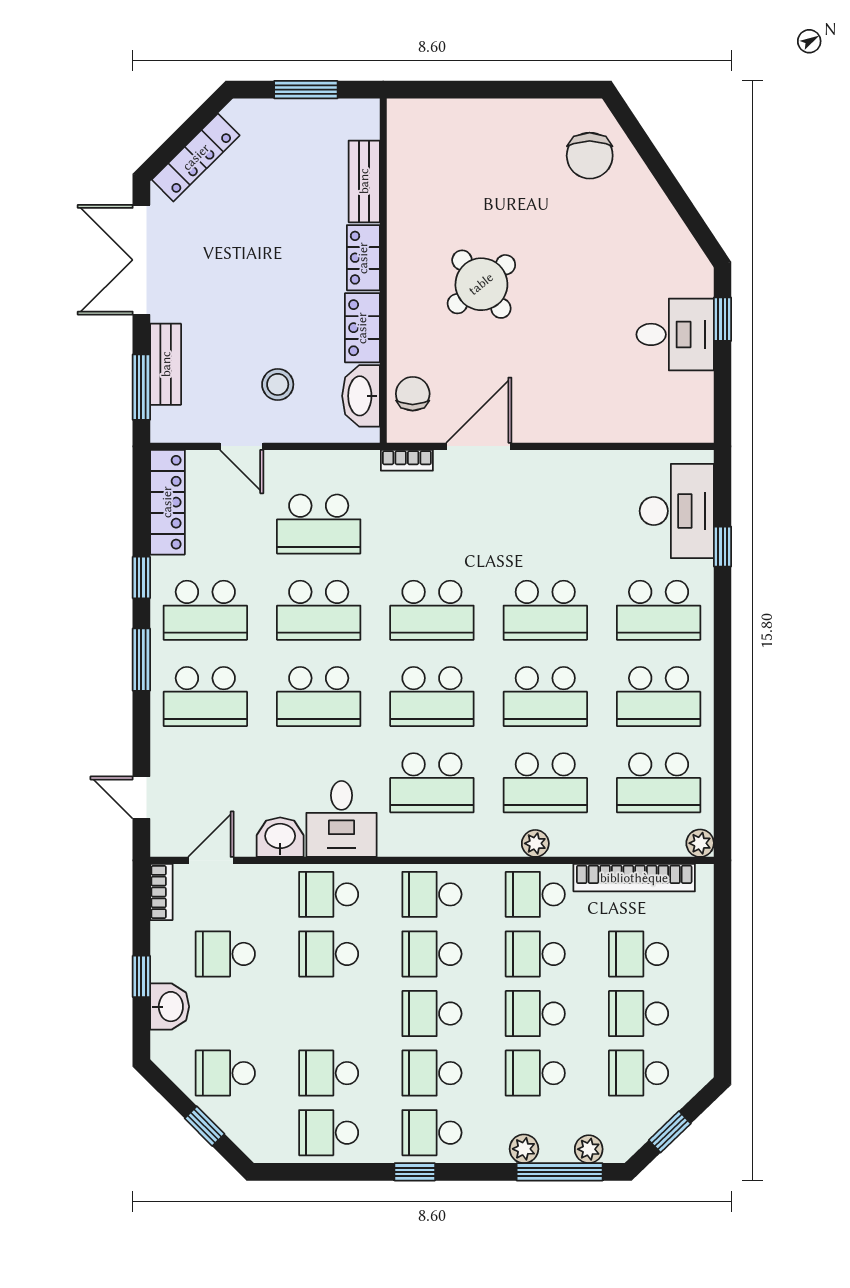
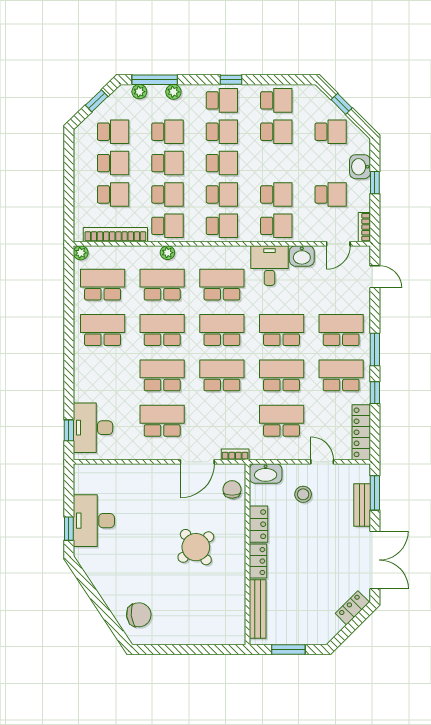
chair: (590, 156) -> (139, 615), turned 83
locker: (196, 157) -> (352, 608), width x0.66
bench: (364, 181) -> (258, 609), width x1.36
desk: (675, 334) -> (94, 521), width x1.37
chair: (413, 394) -> (232, 489), turned 180
washbasin: (361, 396) -> (266, 473), moved, turned 90
window: (723, 547) -> (69, 430), moved
school desk: (659, 610) -> (162, 421), moved

